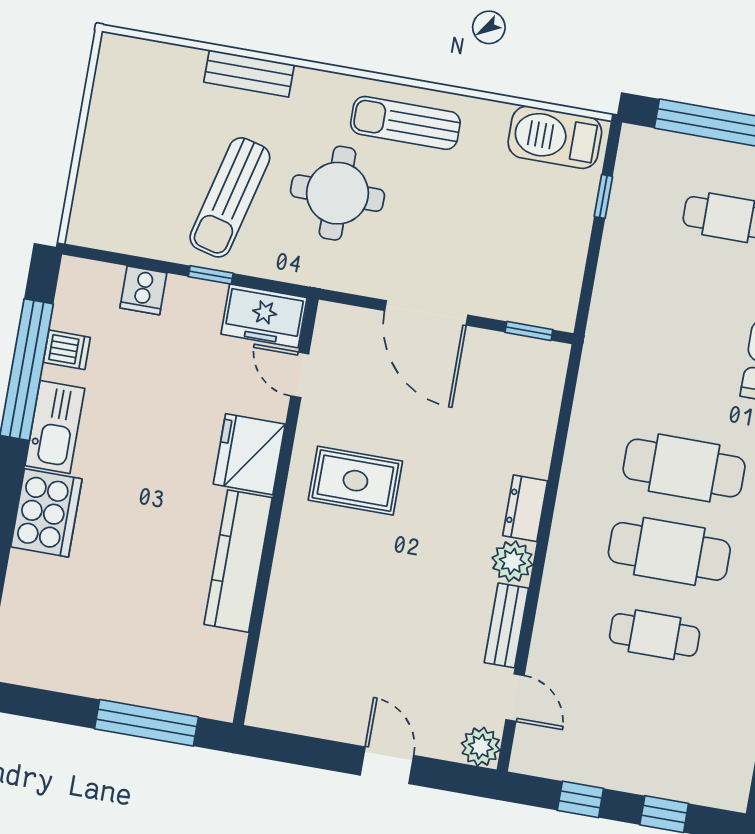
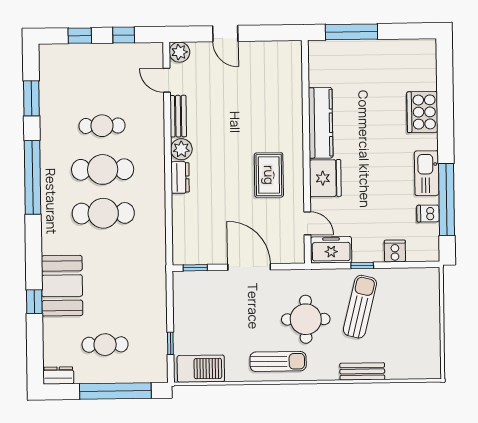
rug: (355, 481) -> (269, 175), turned 90
cooker: (46, 513) -> (422, 112), moved

